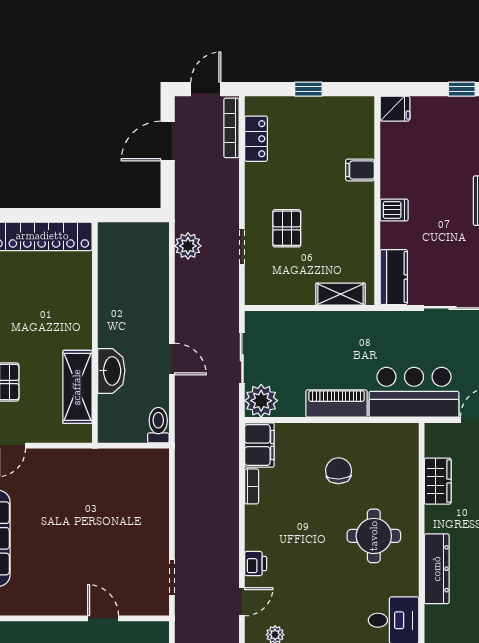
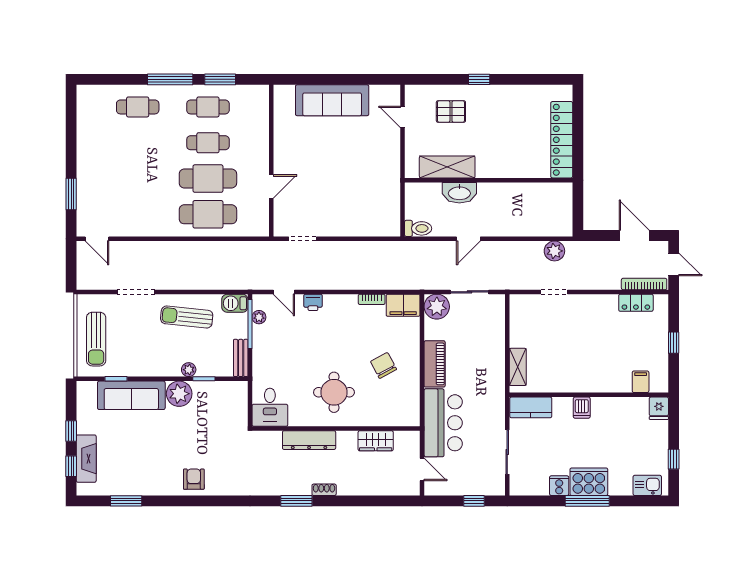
filing cabinet: (360, 170) -> (641, 382), moved
pallet: (287, 228) -> (568, 326), removed
chair: (339, 471) -> (383, 365), turned -116

